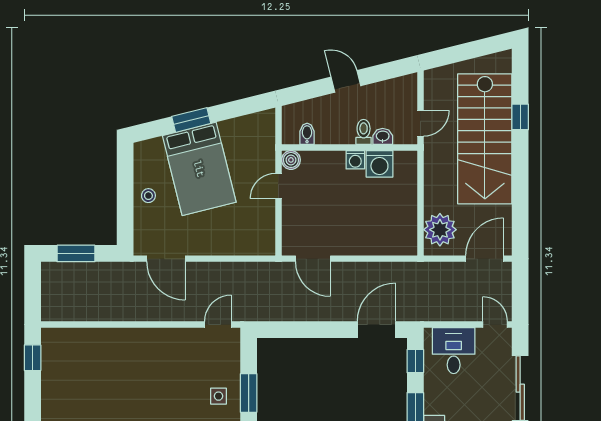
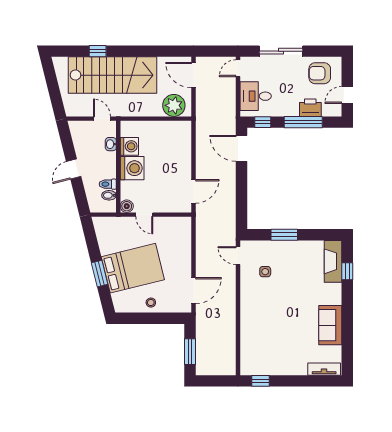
toilet: (364, 132) -> (108, 184), moved
washing machine: (355, 160) -> (132, 168), width x1.89, depth x1.89
side table: (219, 396) -> (265, 272), moved

